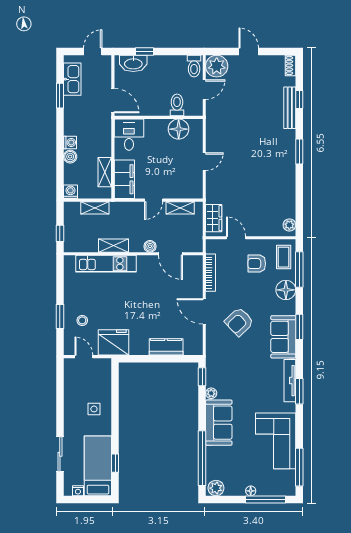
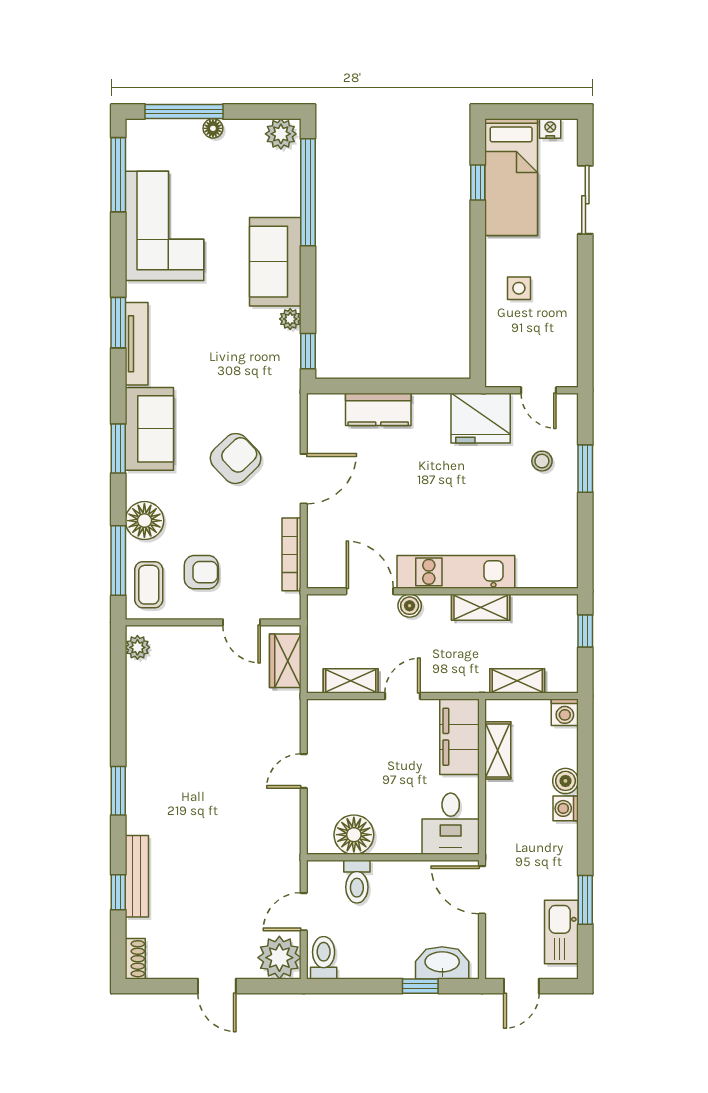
kitchen unit: (106, 264) -> (456, 572), moved
door: (204, 311) -> (304, 479), hinge flipped

